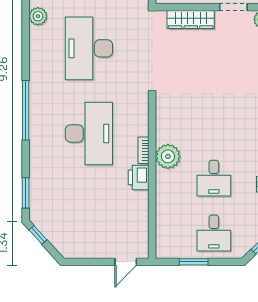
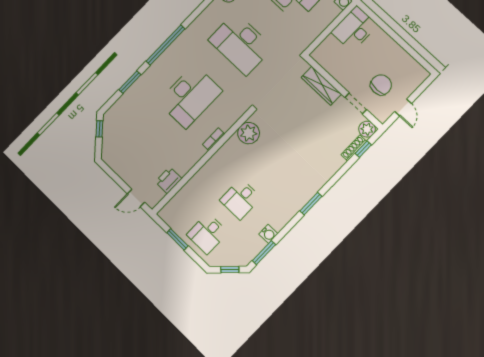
desk: (89, 48) -> (241, 44), turned -90
plant: (168, 156) -> (249, 133), moved
printer: (139, 177) -> (168, 180), moved
window: (26, 193) -> (130, 82), moved

